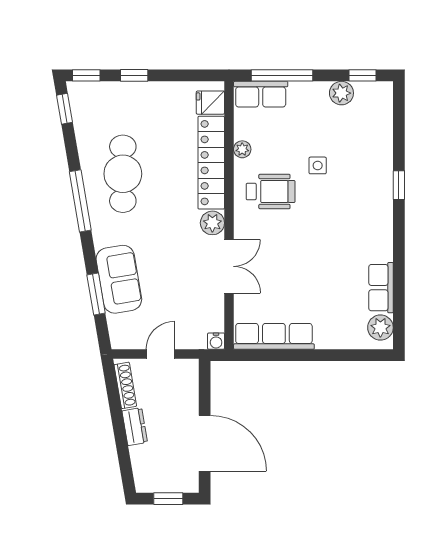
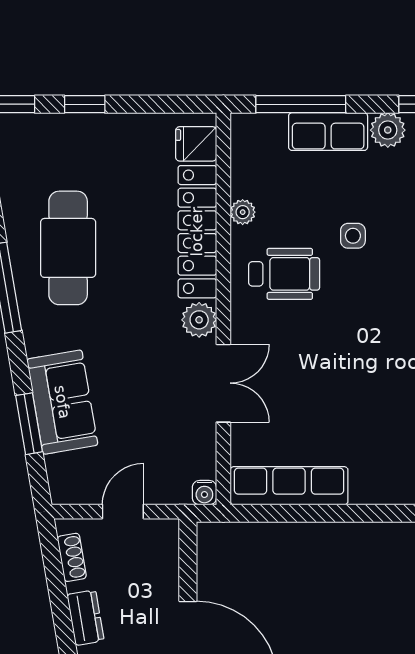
row of seats: (261, 94) -> (328, 132), moved
shoe rack: (125, 385) -> (72, 557), width x0.70

